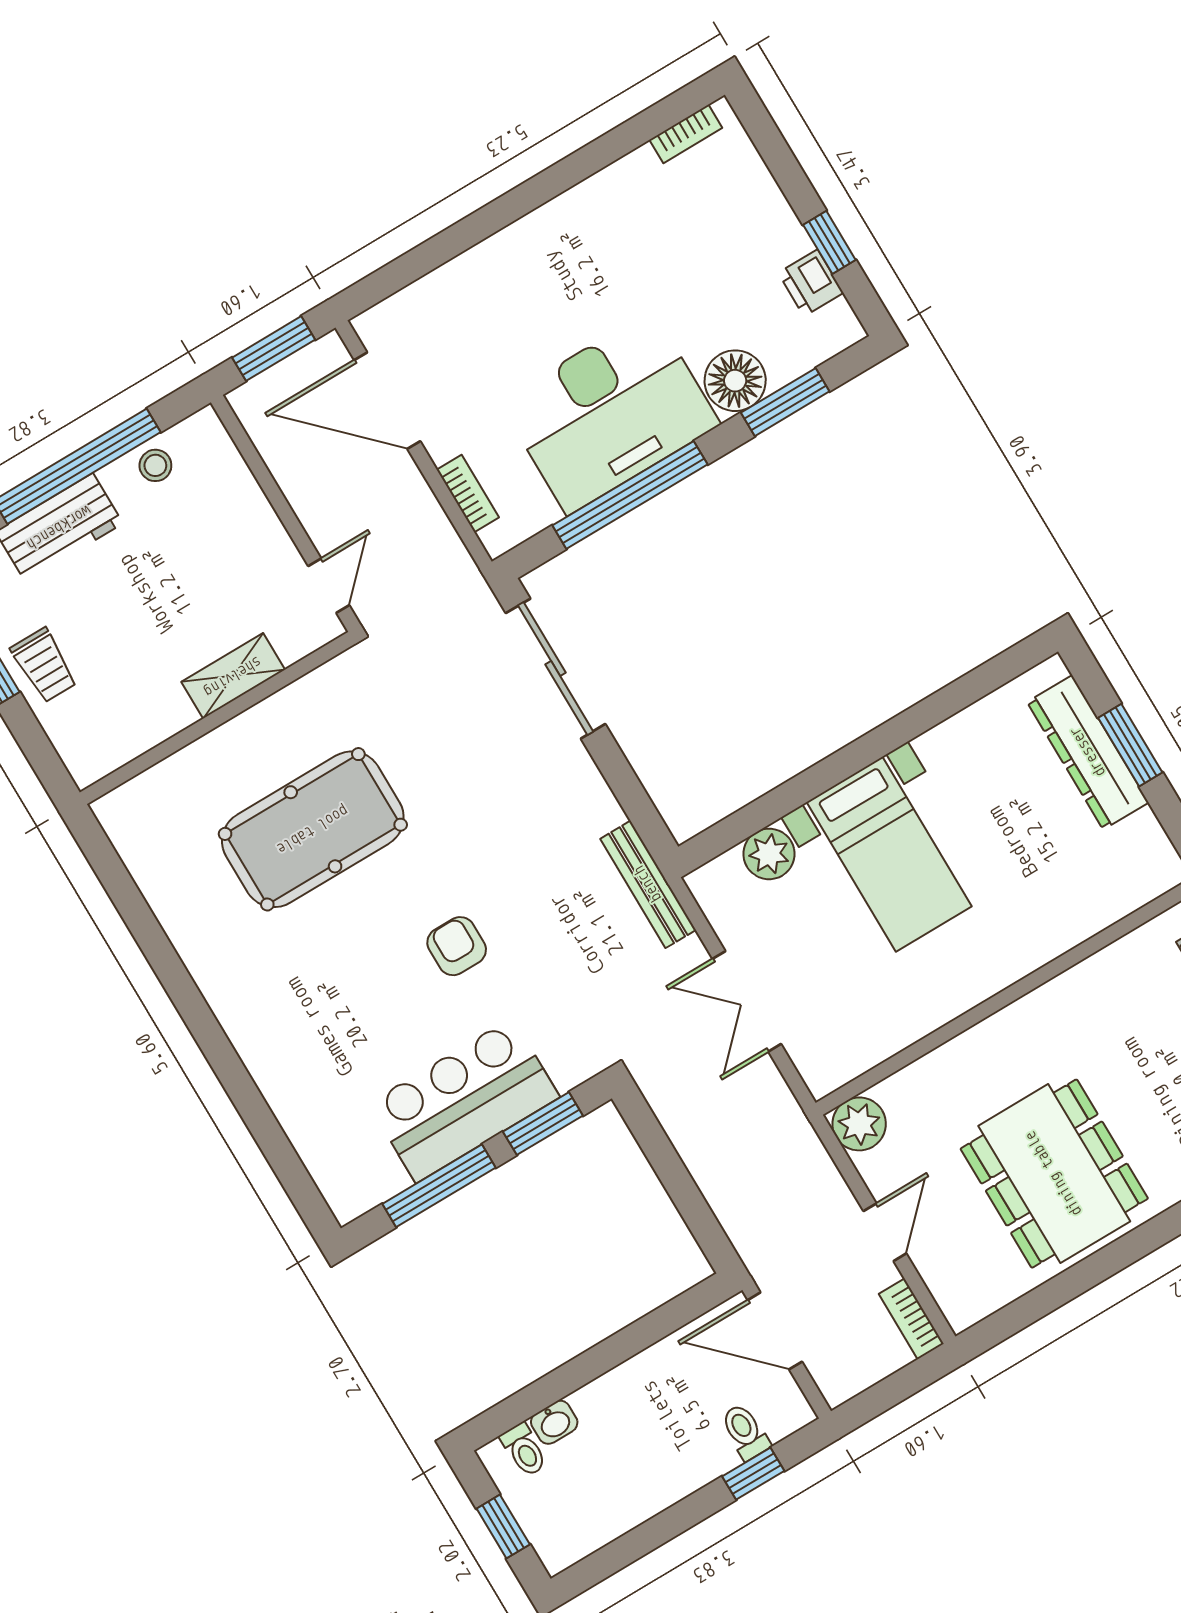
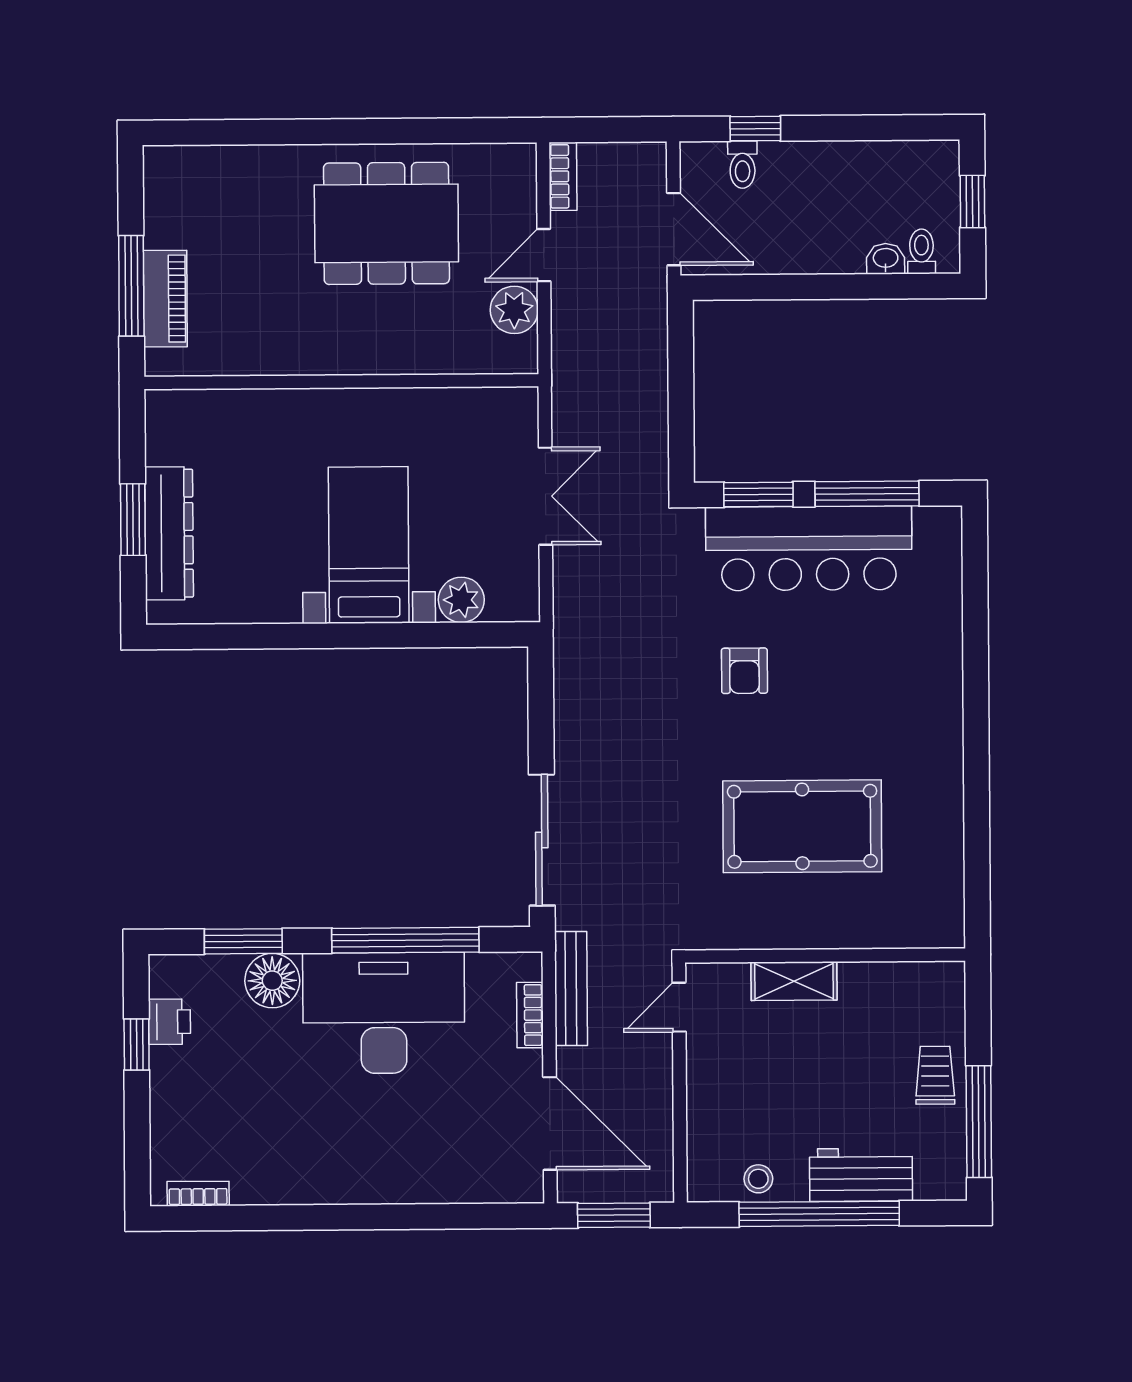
bench: (648, 884) -> (571, 988), moved
bar counter: (464, 1100) -> (809, 548), width x1.36
plant: (859, 1124) -> (514, 310), moved
dining table: (1054, 1174) -> (386, 223), turned 90

